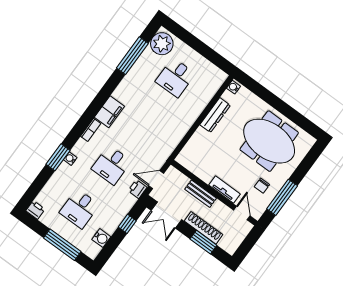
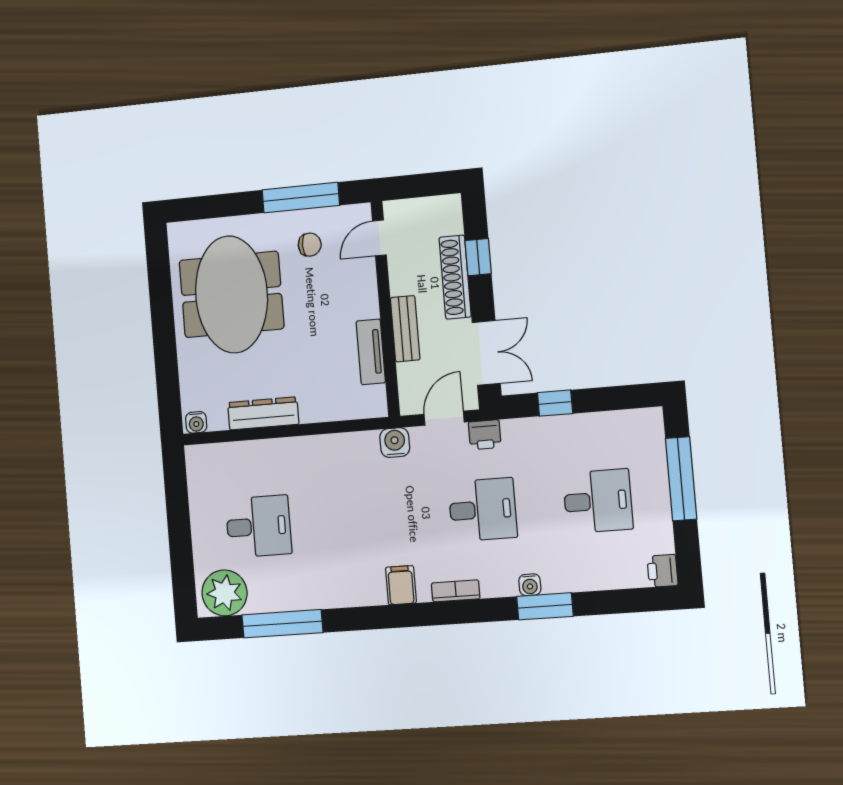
filing cabinet: (109, 112) -> (401, 585), width x0.50
door: (156, 180) -> (444, 418), swing flipped
tv unit: (224, 190) -> (371, 352), moved
water cooler: (101, 238) -> (395, 443), moved
window: (203, 242) -> (478, 257), width x0.67

